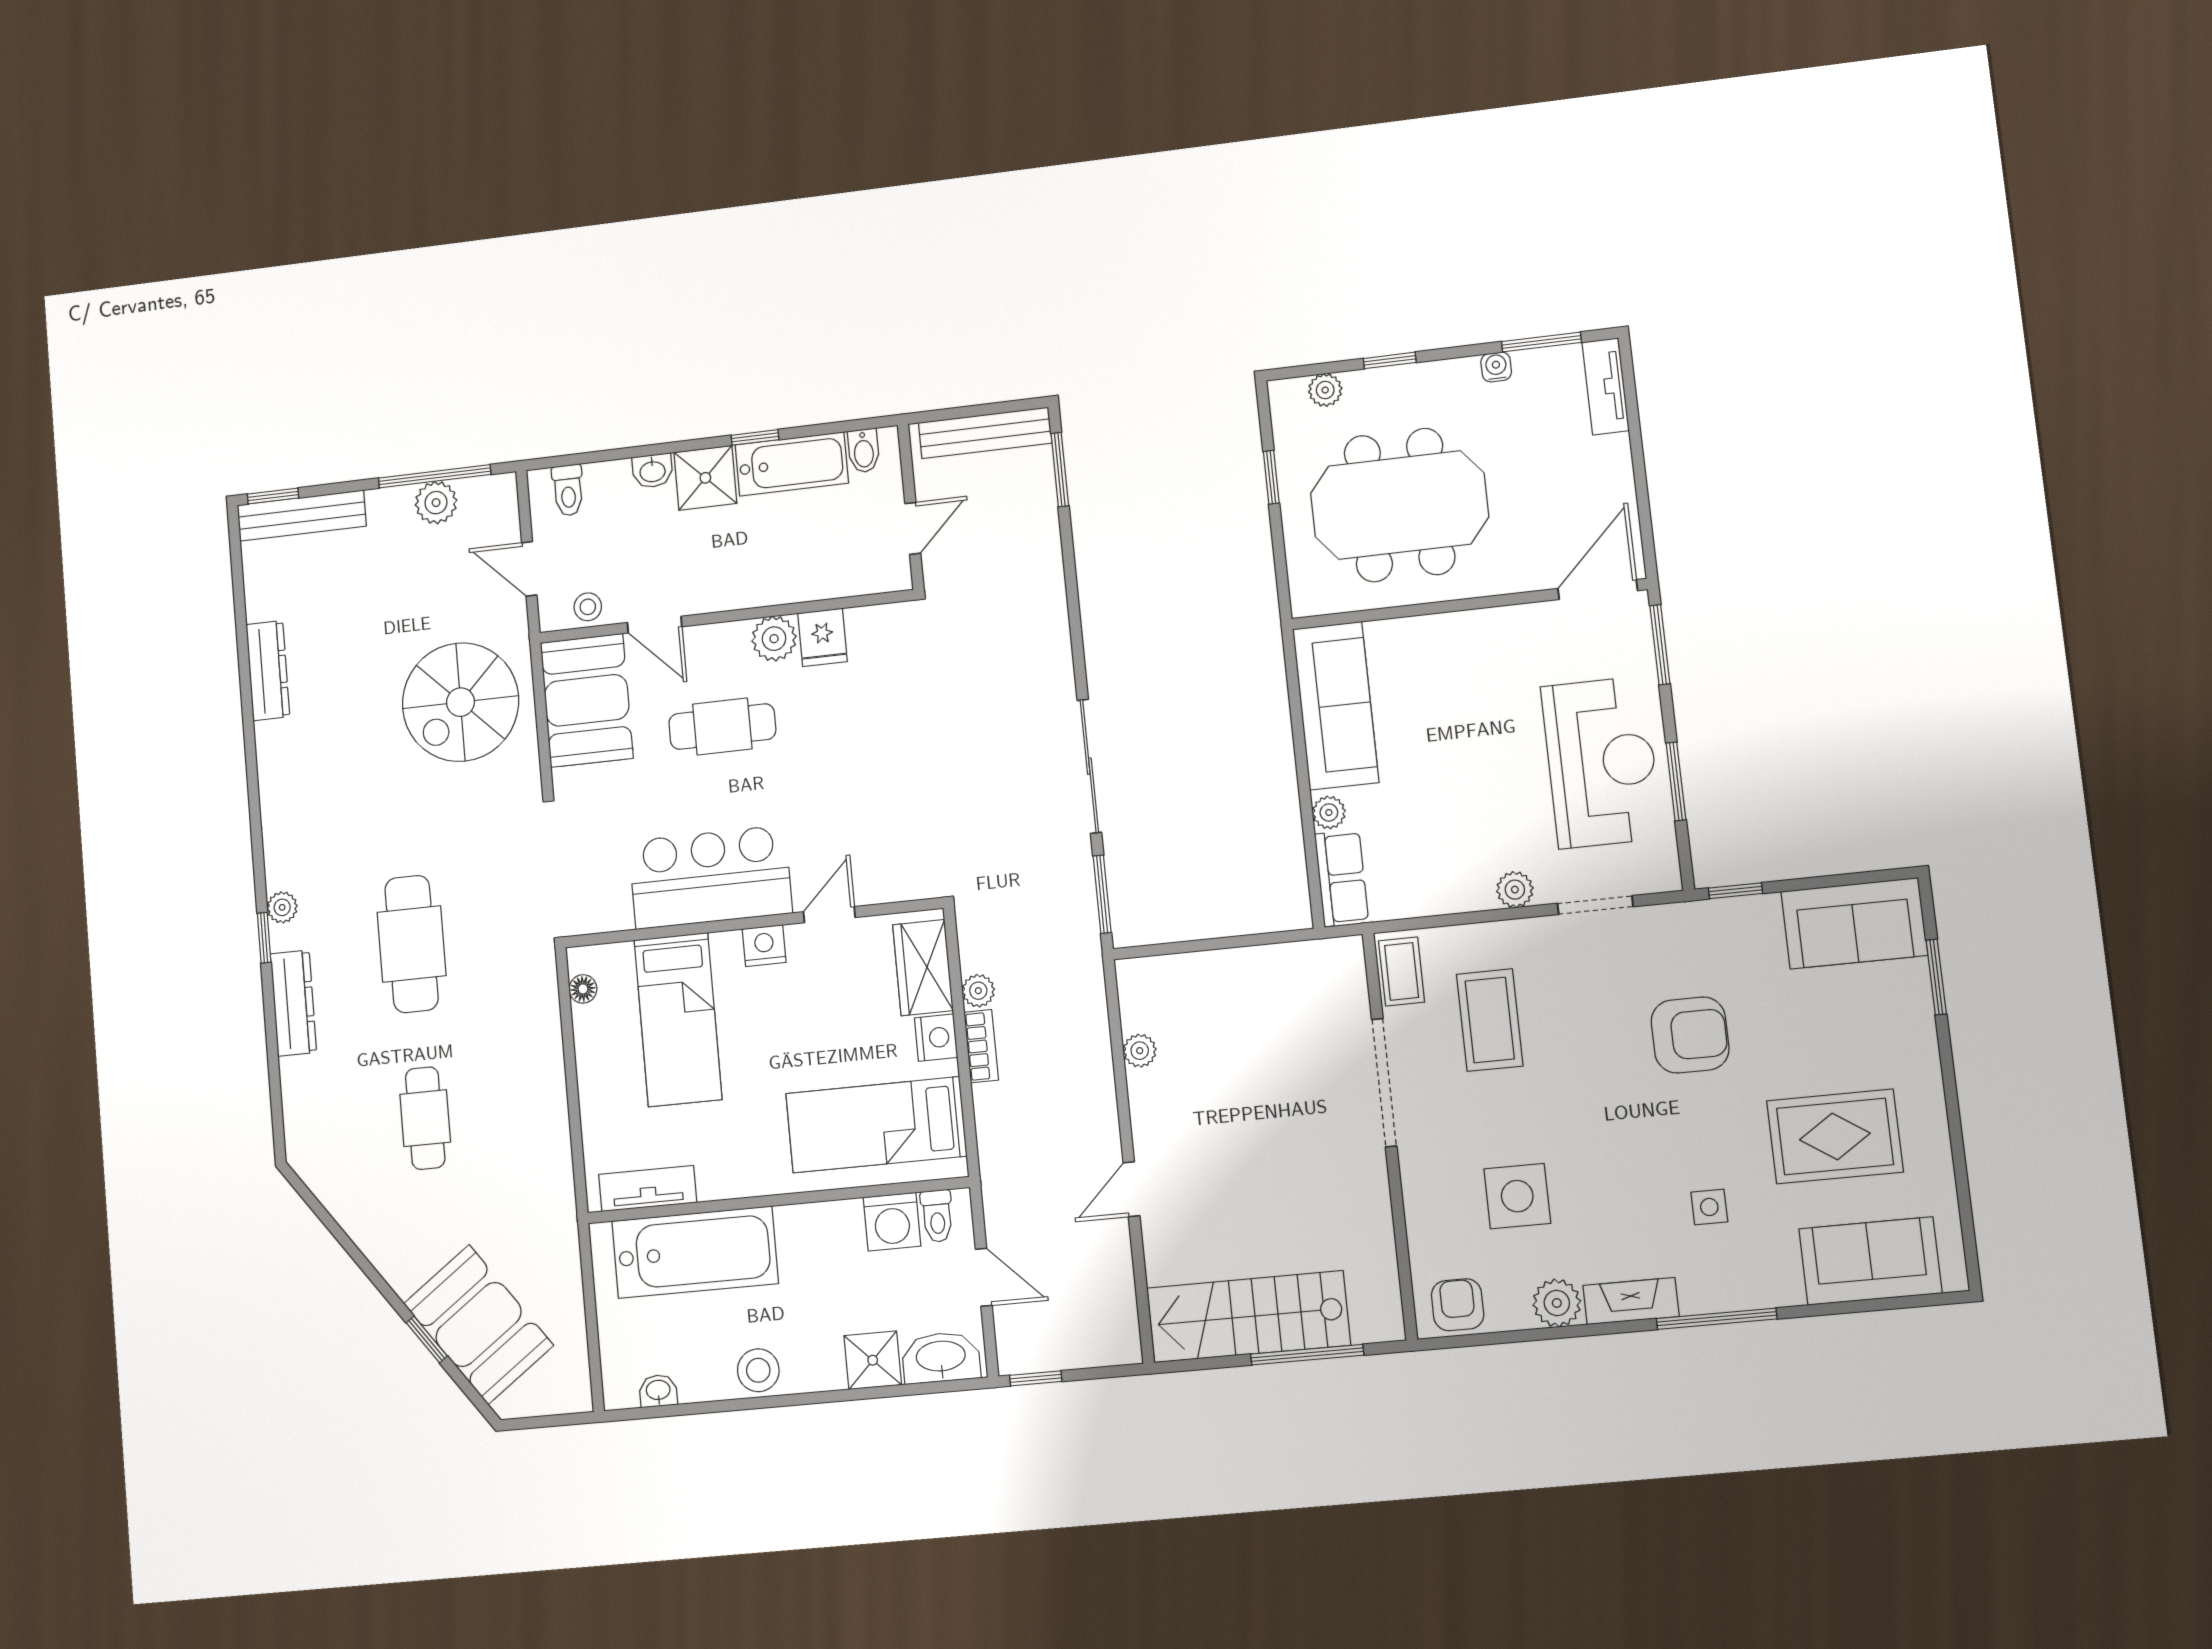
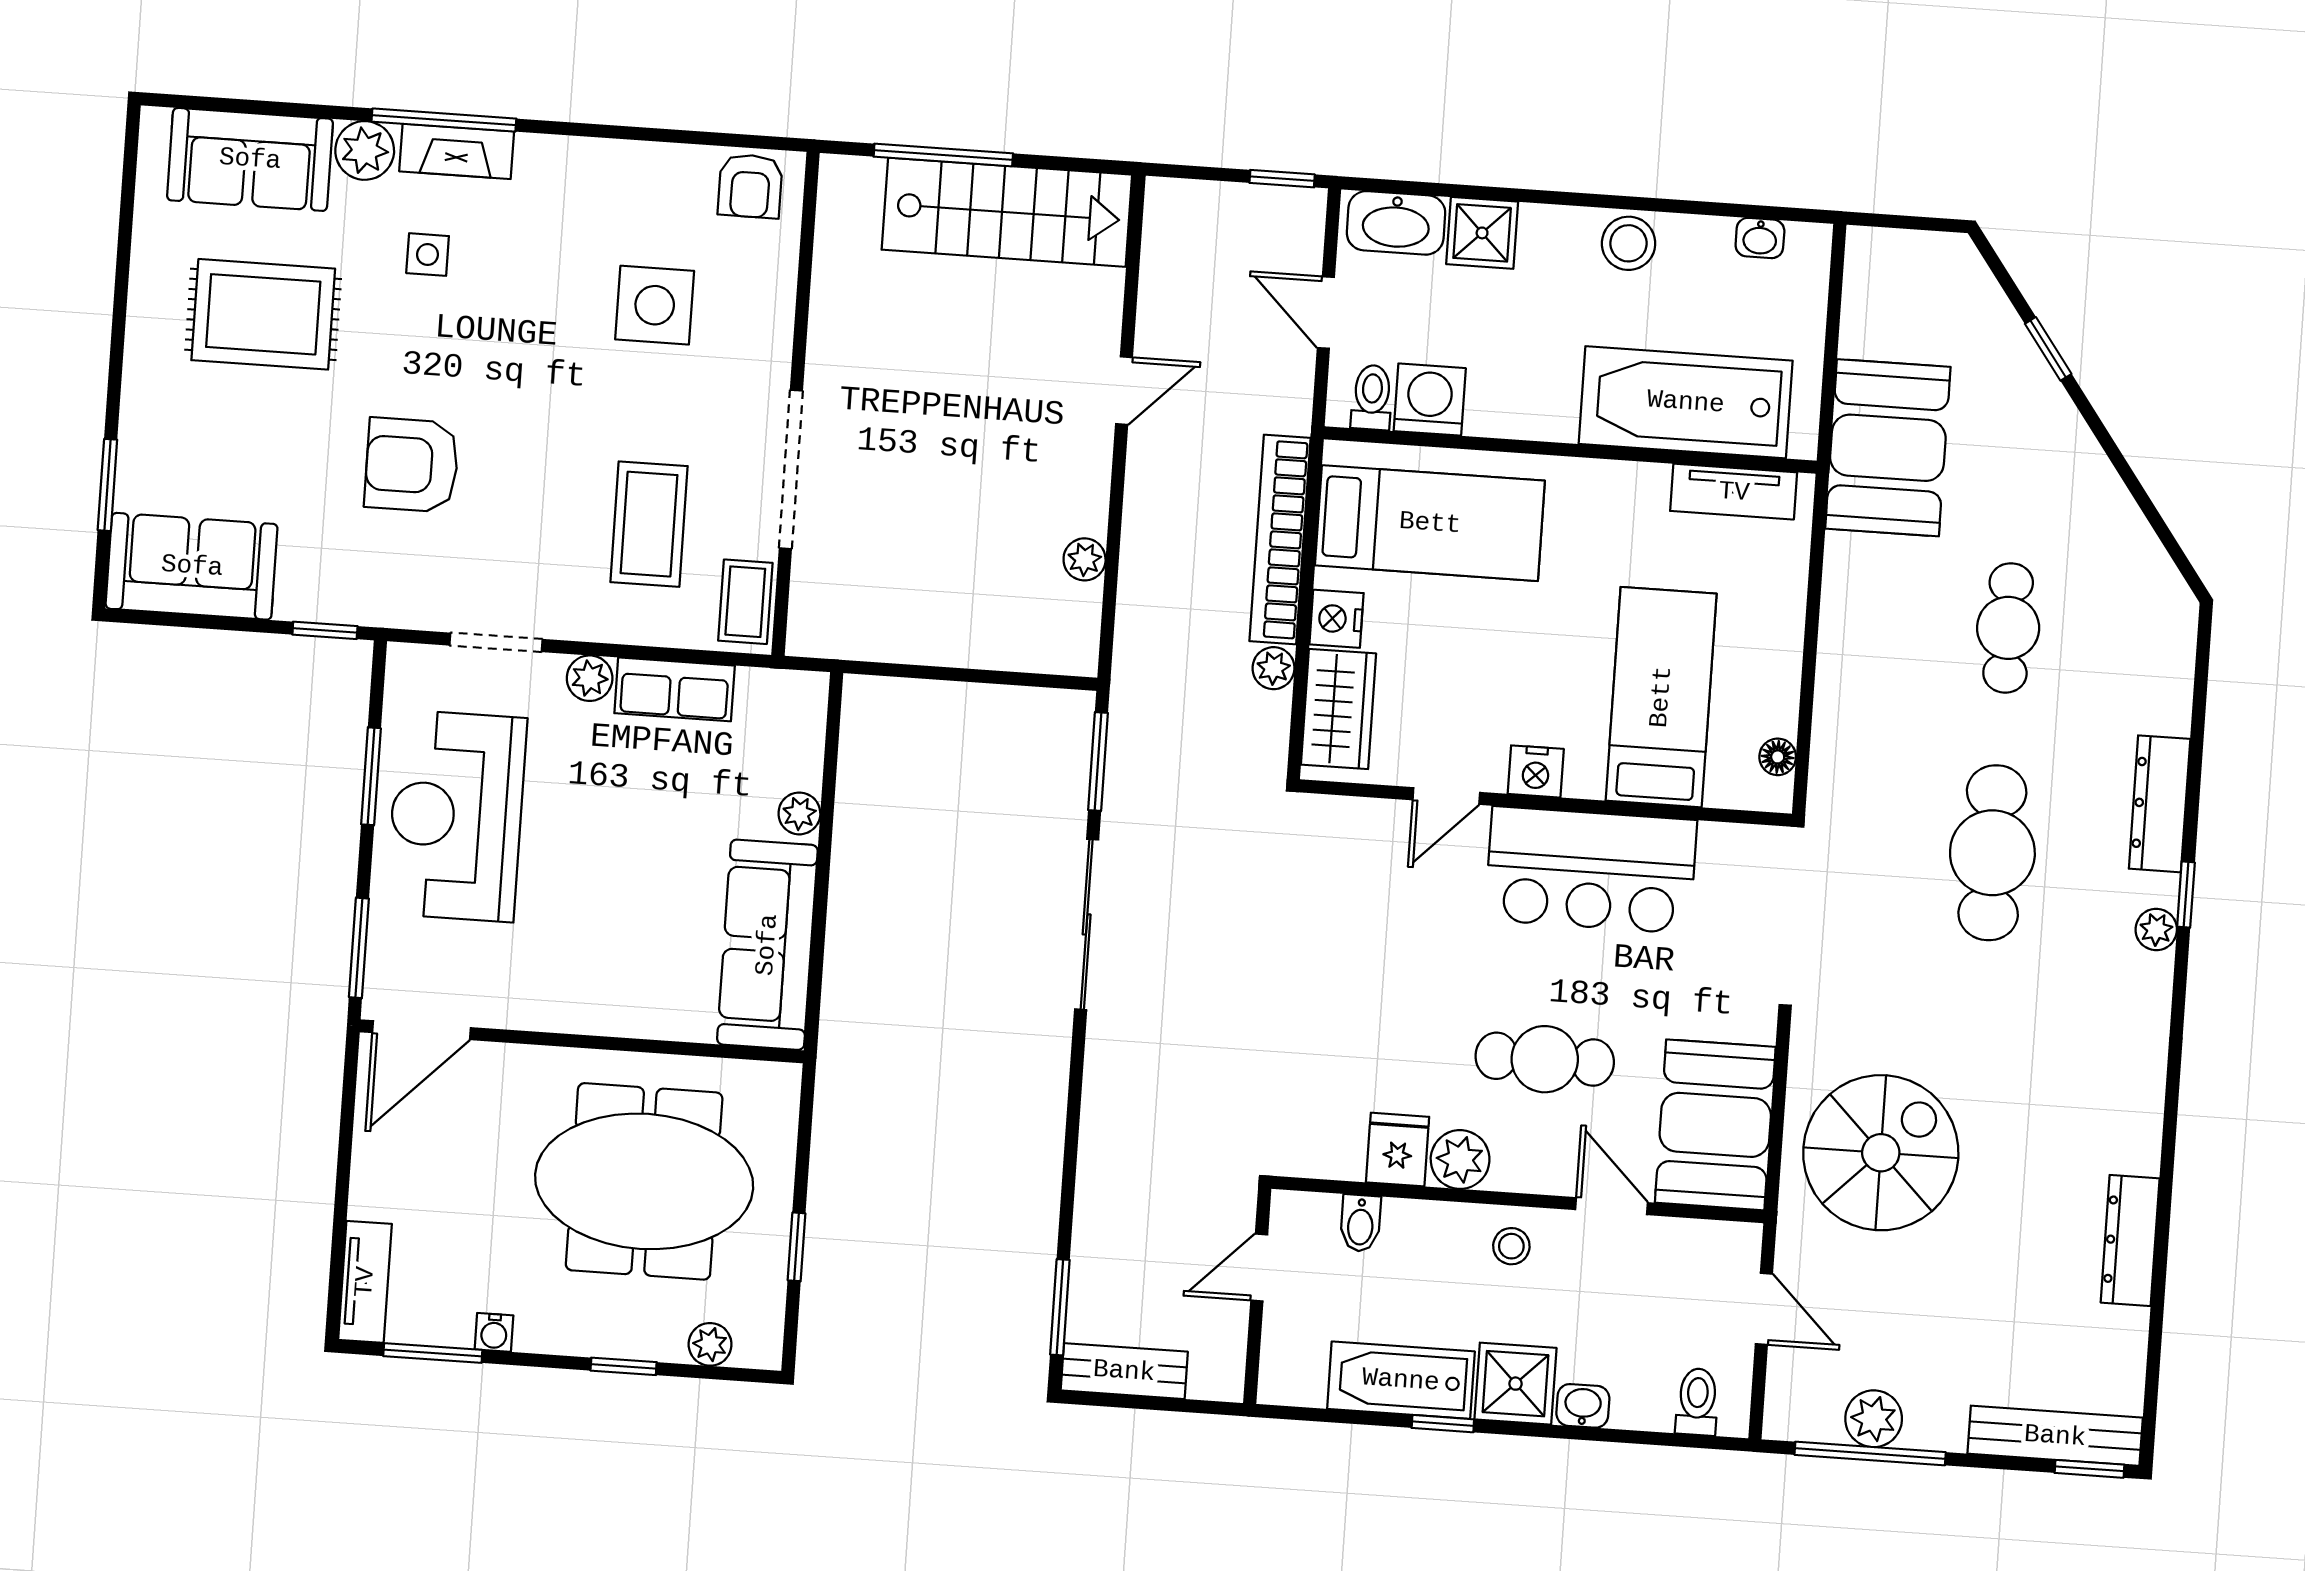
bench: (985, 433) -> (1124, 1371), width x0.73
bidet: (864, 451) -> (1360, 1223), moved, turned 180
stool: (588, 607) -> (1511, 1246), moved
row of seats: (1342, 878) -> (675, 689), moved, turned -90
bookcase: (981, 1046) -> (1280, 539), width x2.31, depth x1.31
fireplace: (1631, 1301) -> (457, 151), moved
plant: (1557, 1303) -> (365, 150), moved
booth: (479, 1324) -> (1888, 448), moved, turned 36

